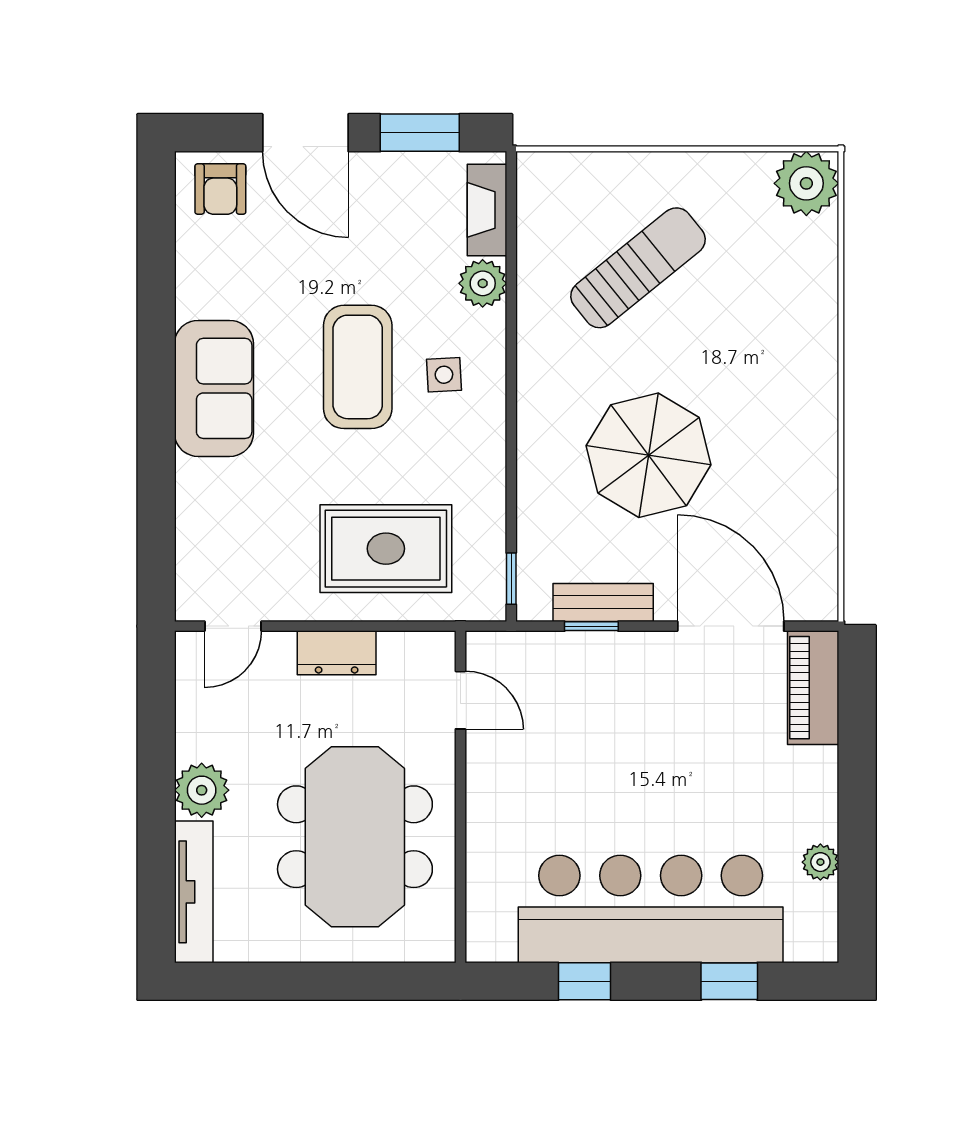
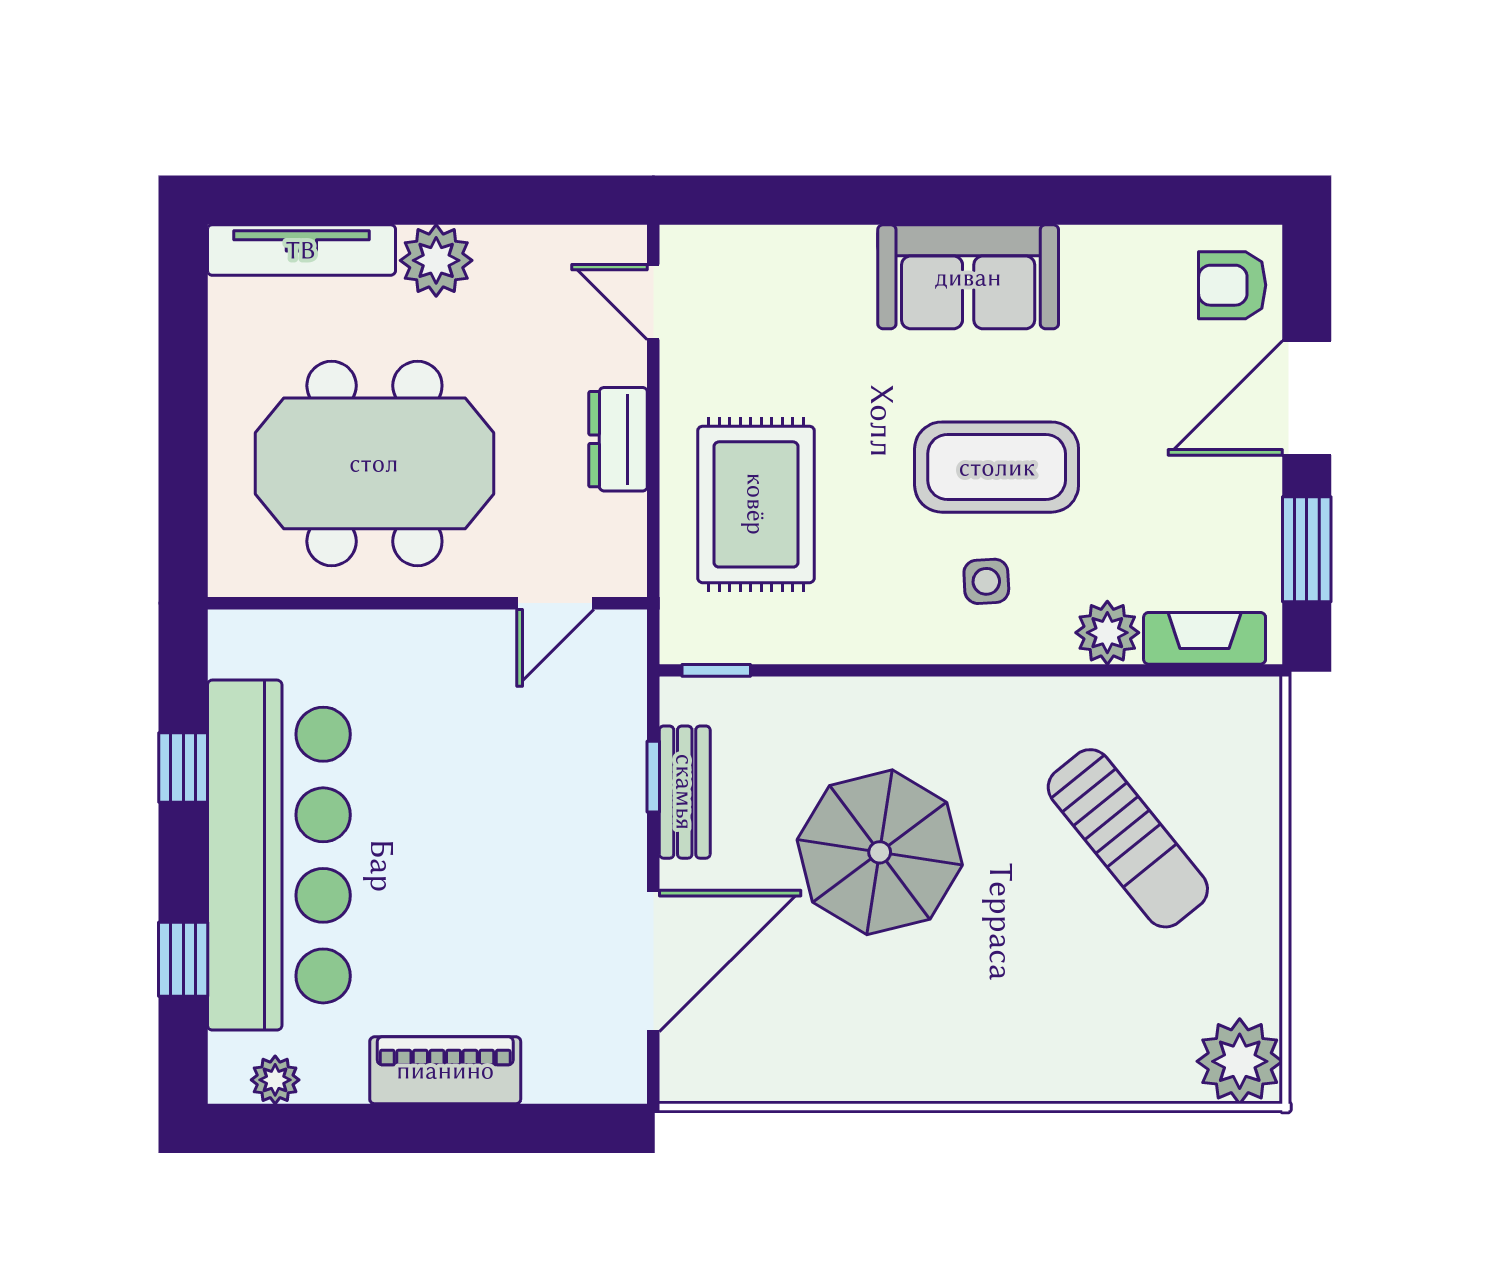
piano: (813, 688) -> (445, 1070), moved
plant: (820, 862) -> (275, 1080), moved

